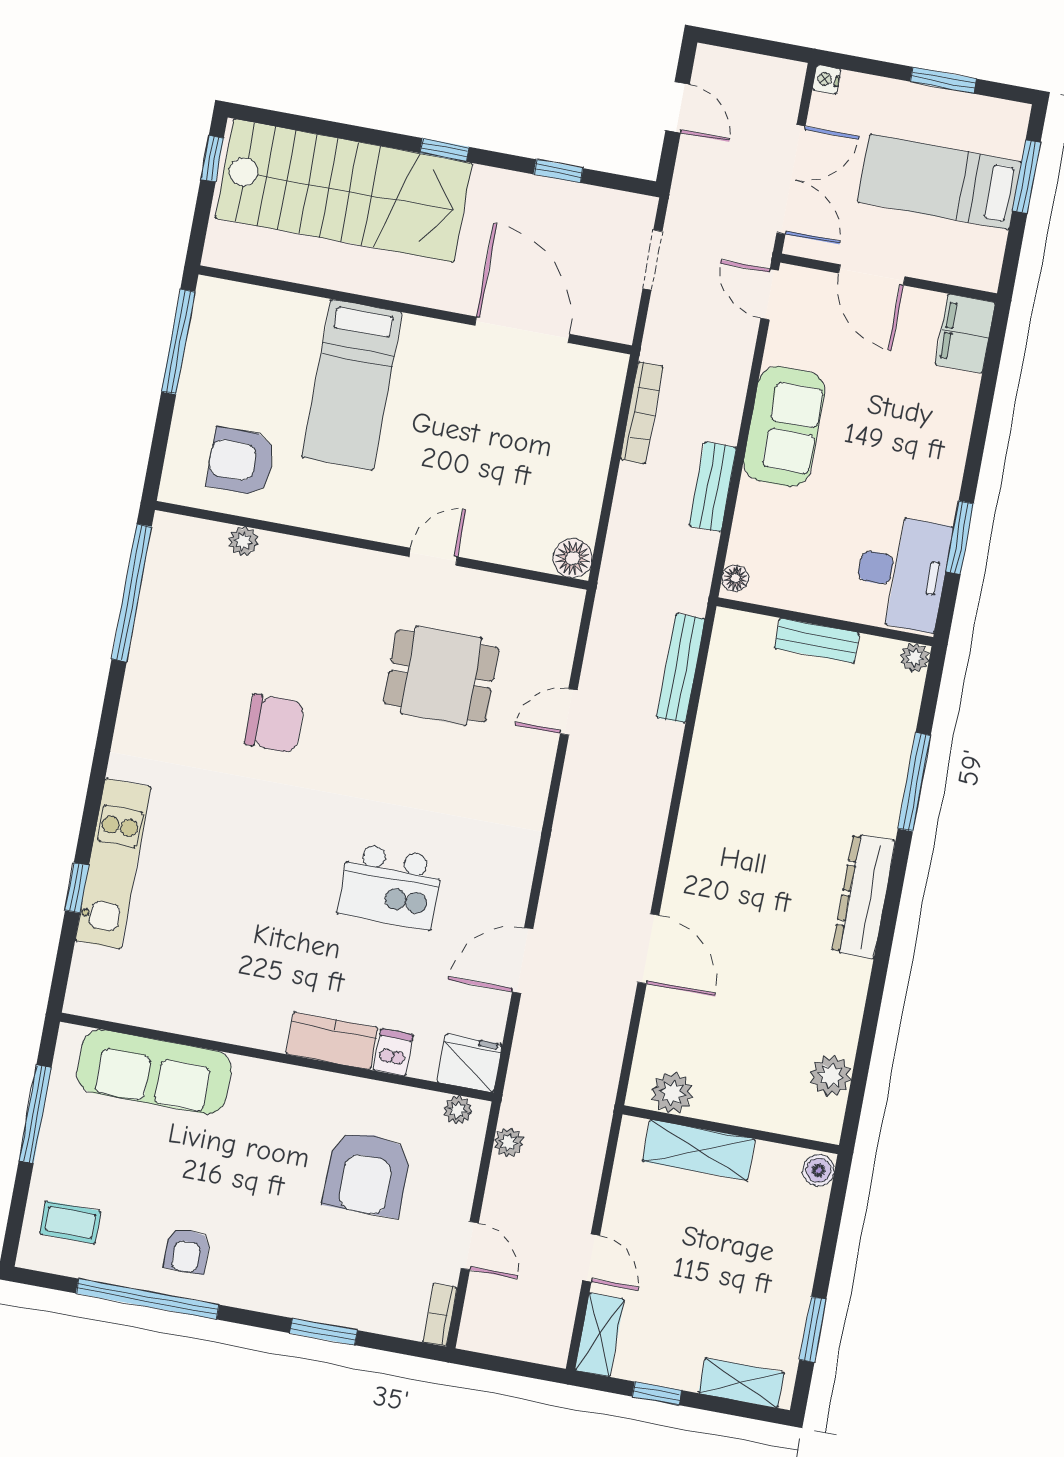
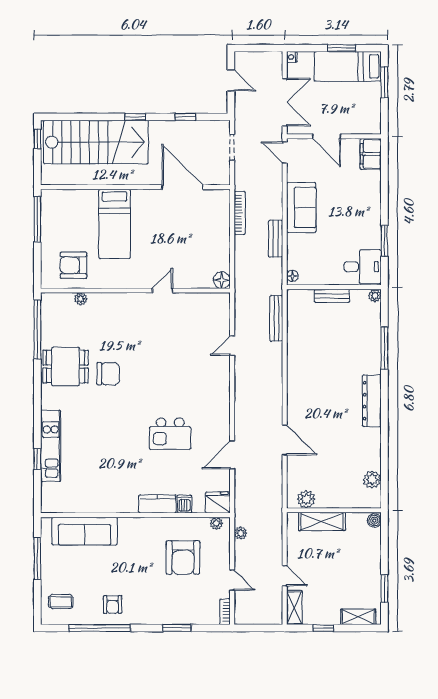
bed: (939, 182) -> (348, 66), moved
desk: (902, 572) -> (363, 267), width x0.73
dining table: (441, 676) -> (65, 367), moved

